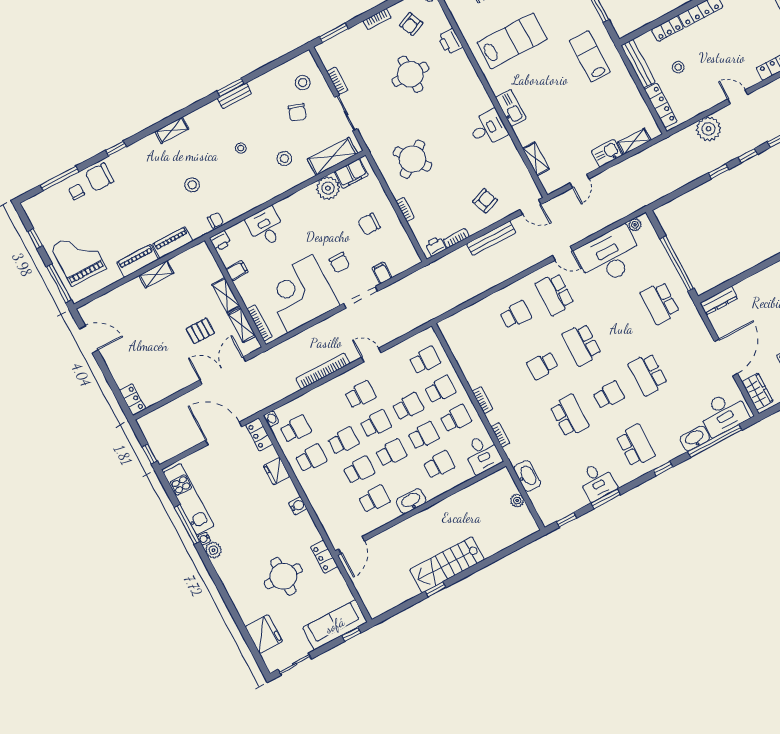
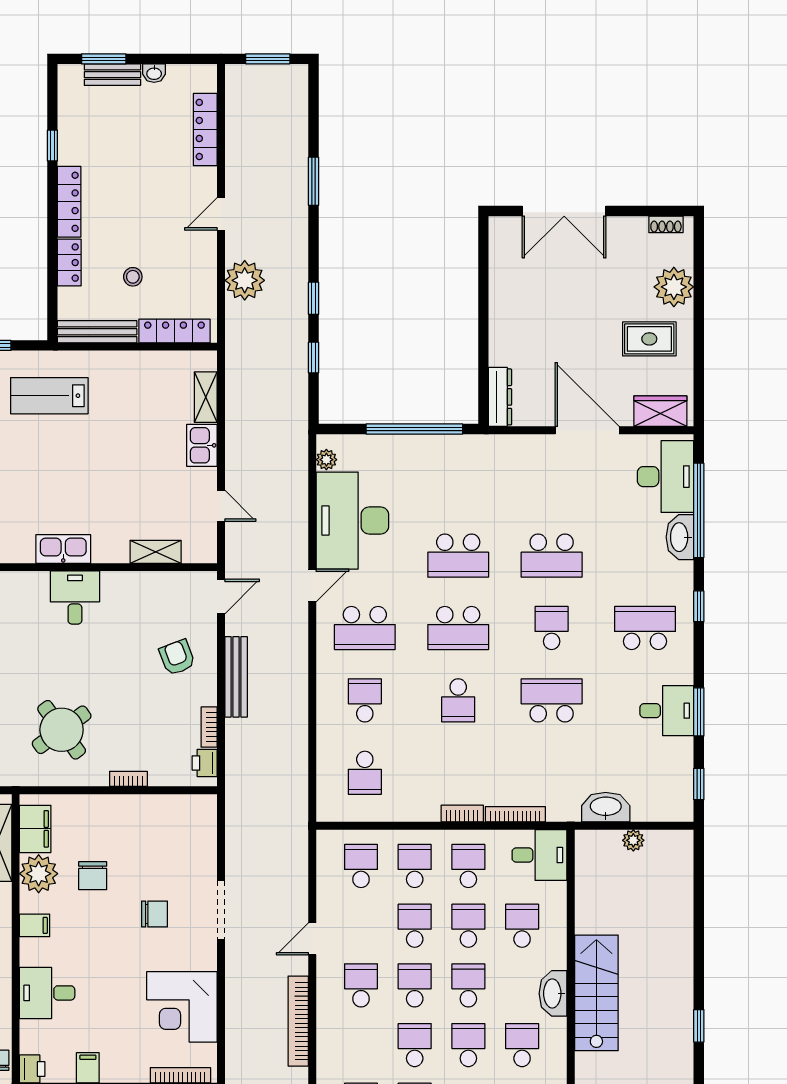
window: (748, 156) -> (314, 358), moved
chair: (369, 224) -> (93, 876), moved
filing cabinet: (382, 273) -> (35, 925), moved, turned 180
corner desk: (300, 294) -> (182, 1007), width x0.74, depth x0.74
school desk: (660, 303) -> (458, 556), moved
school desk: (476, 336) -> (365, 773), added
bookcase: (500, 435) -> (515, 814), width x1.56
stairs: (447, 565) -> (596, 993), moved, turned 180

